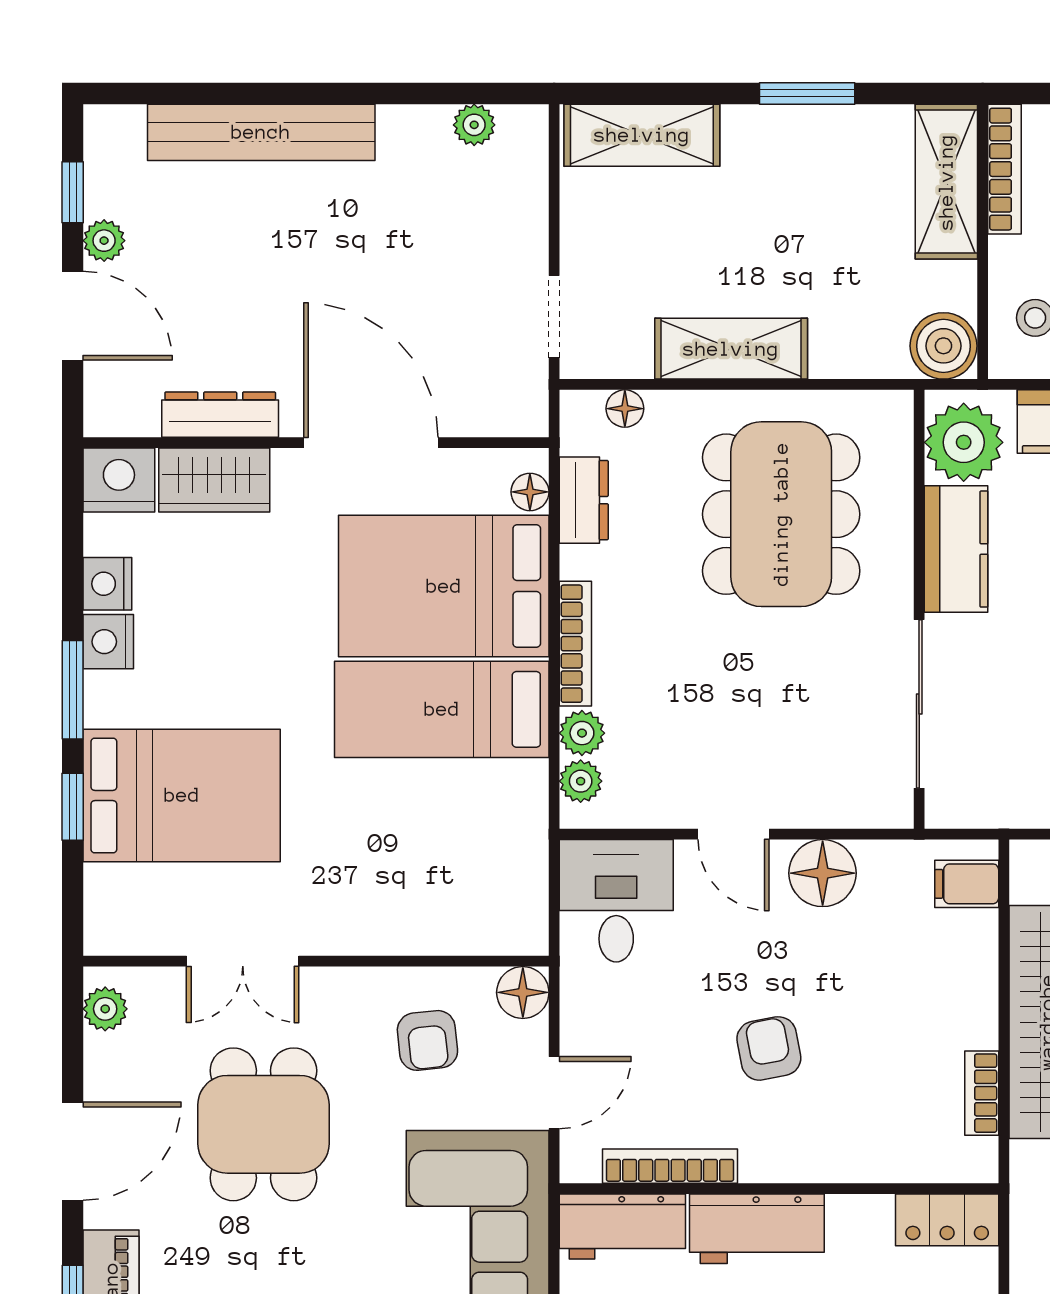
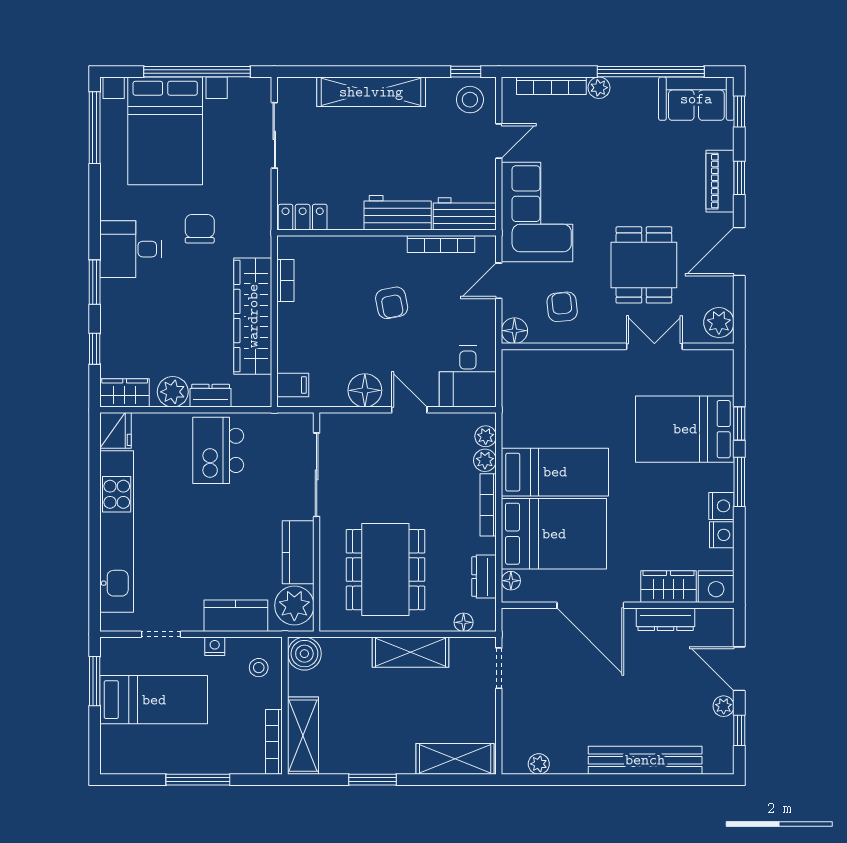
plant: (105, 1009) -> (719, 323), width x1.38, depth x1.38

